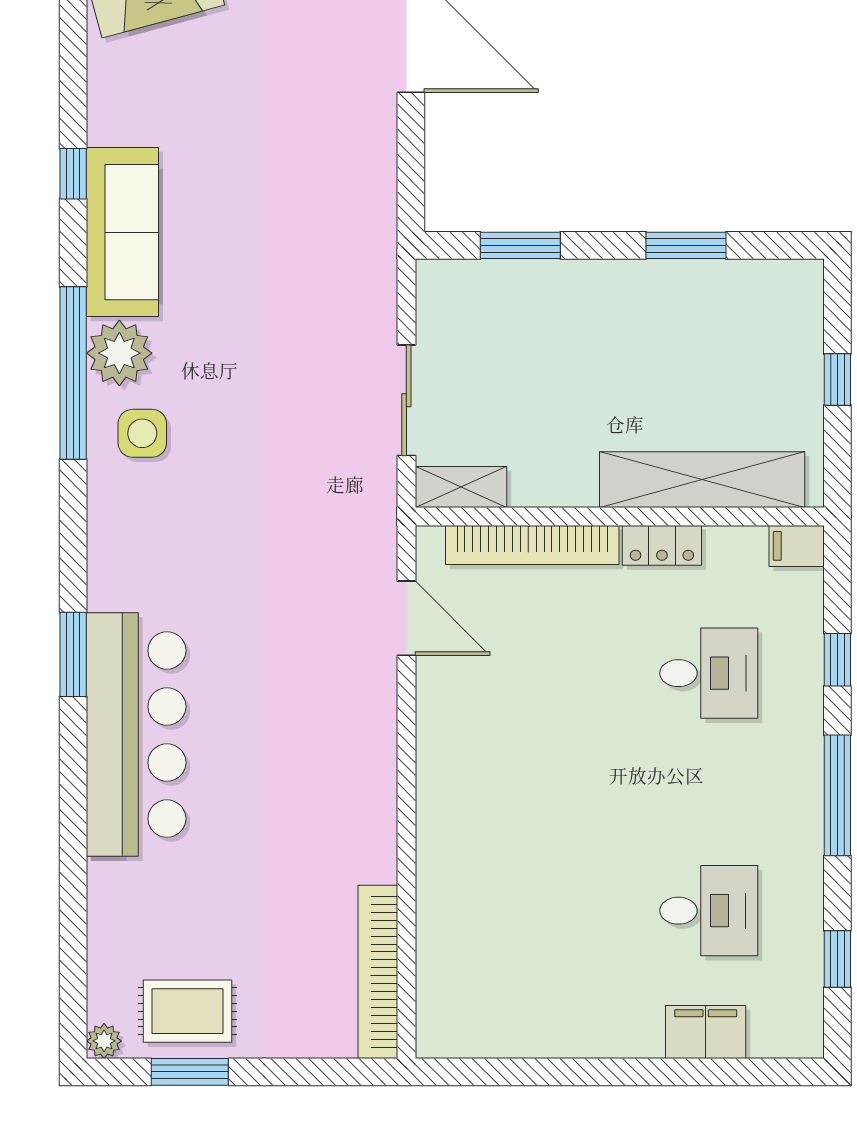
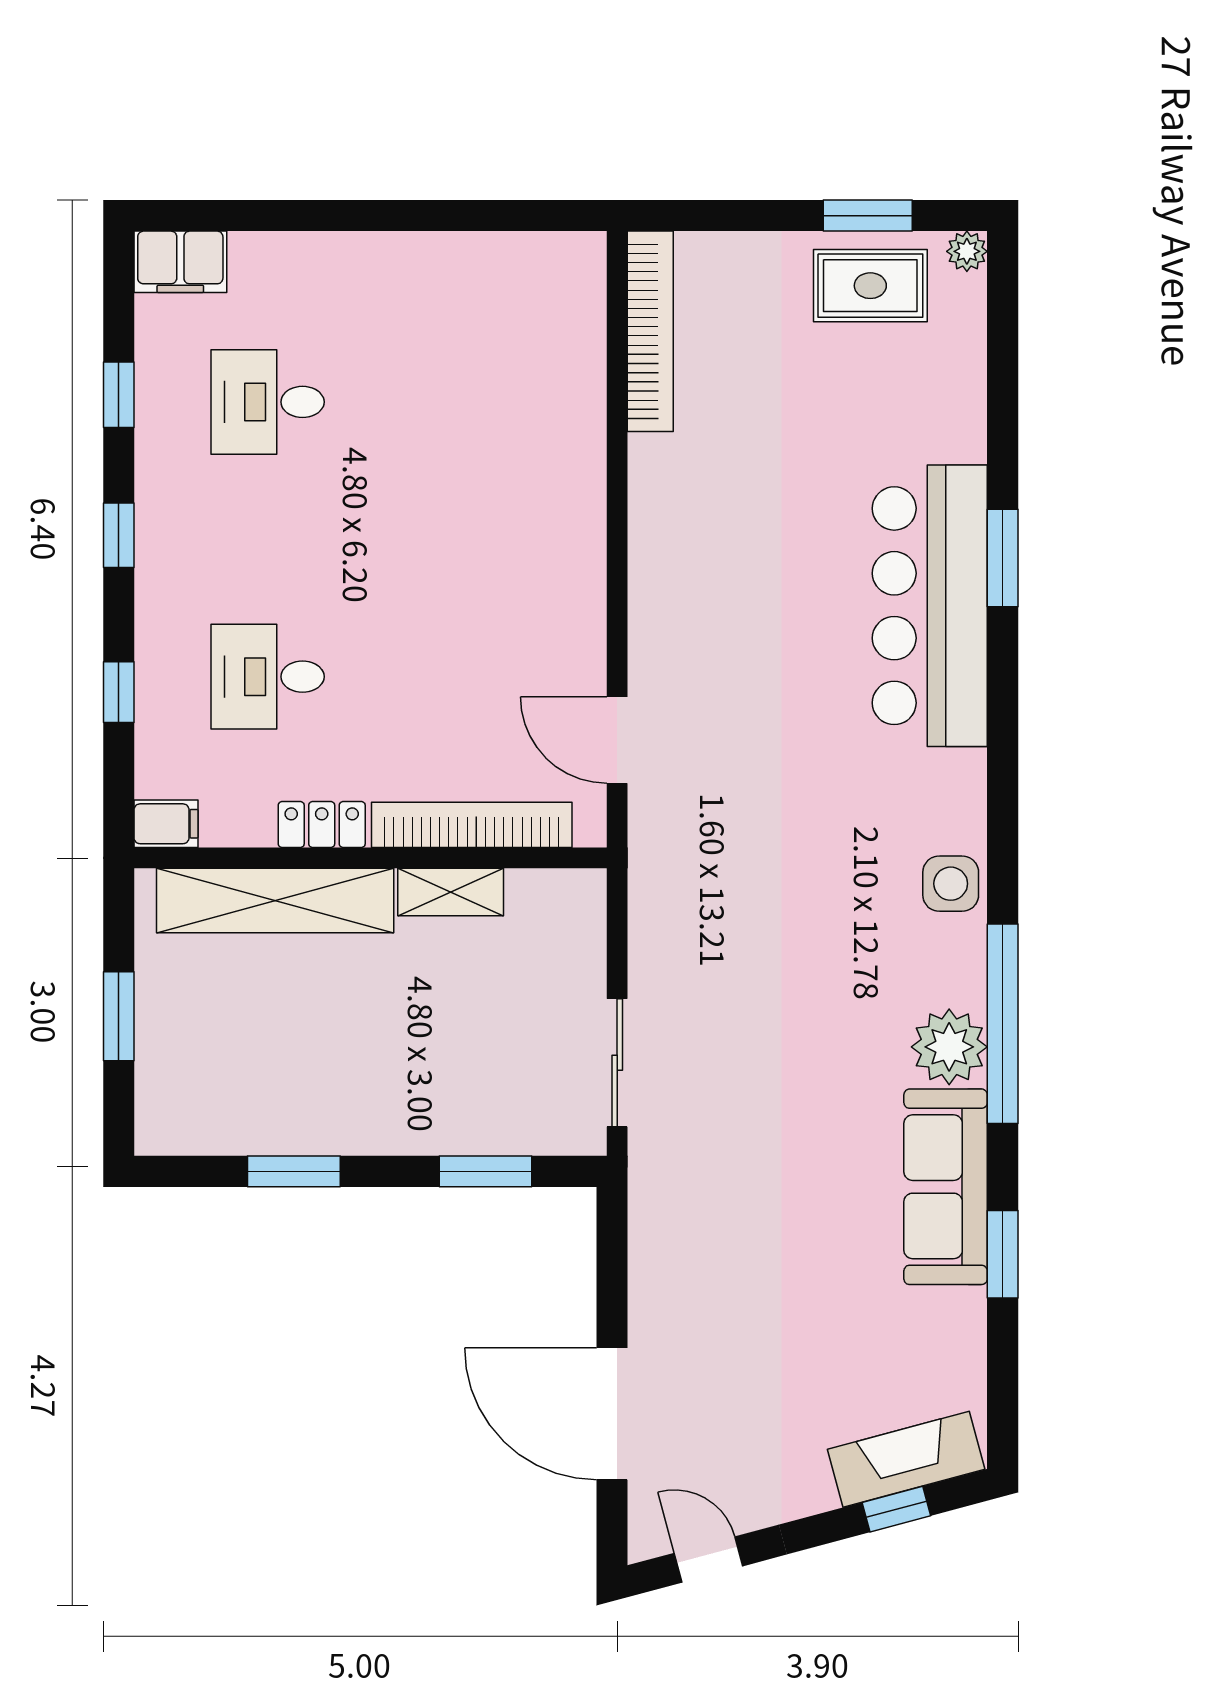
window: (73, 174) -> (1003, 1254), width x1.50
window: (837, 379) -> (119, 1016), width x1.50
sliding door: (406, 400) -> (617, 1063), moved
side table: (142, 433) -> (951, 884), moved
shelving: (461, 487) -> (451, 892), moved
window: (73, 654) -> (1003, 558), moved
window: (837, 795) -> (119, 535), width x0.46
window: (837, 959) -> (119, 395), moved
filing cabinet: (706, 1032) -> (180, 262), moved

